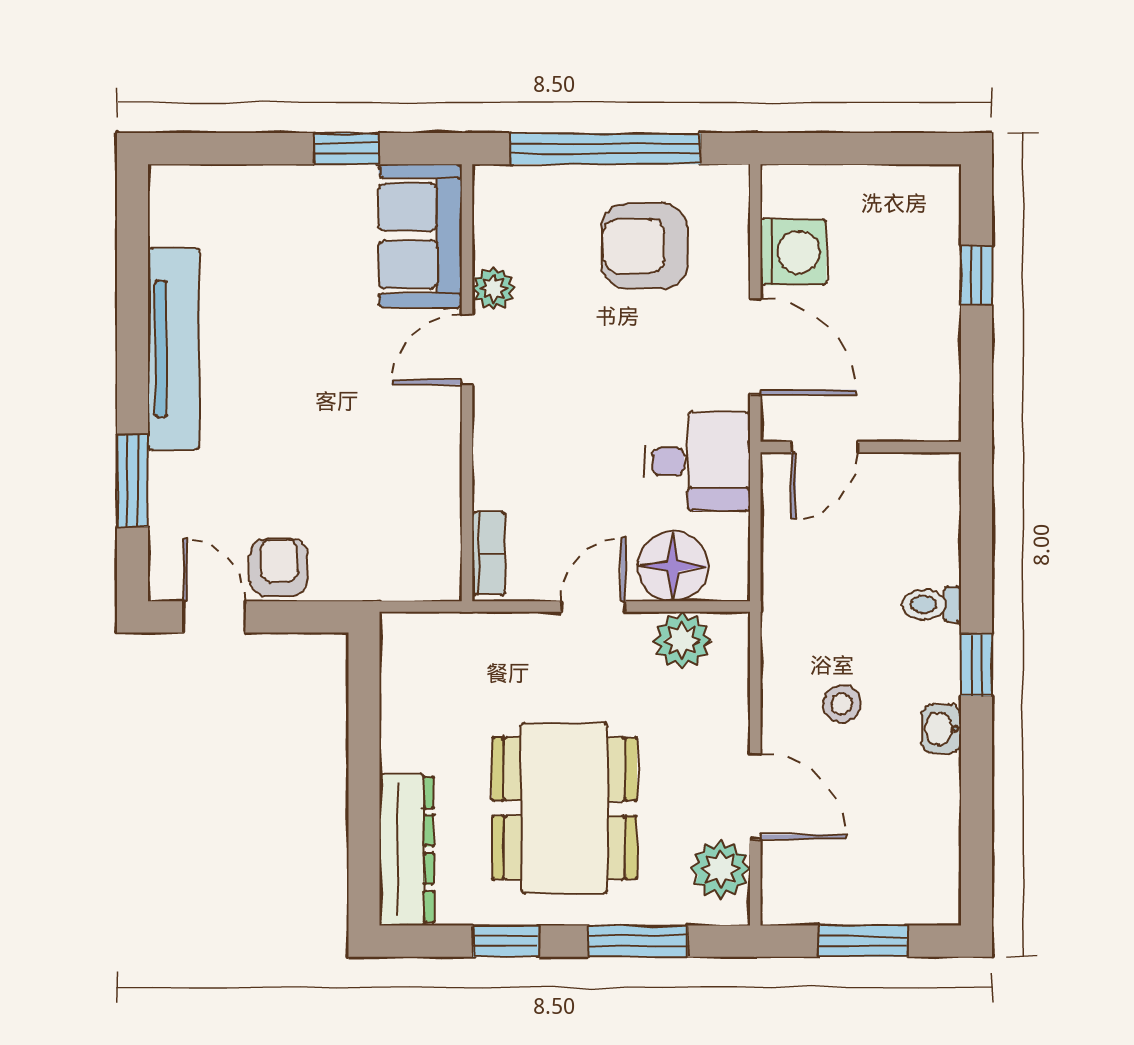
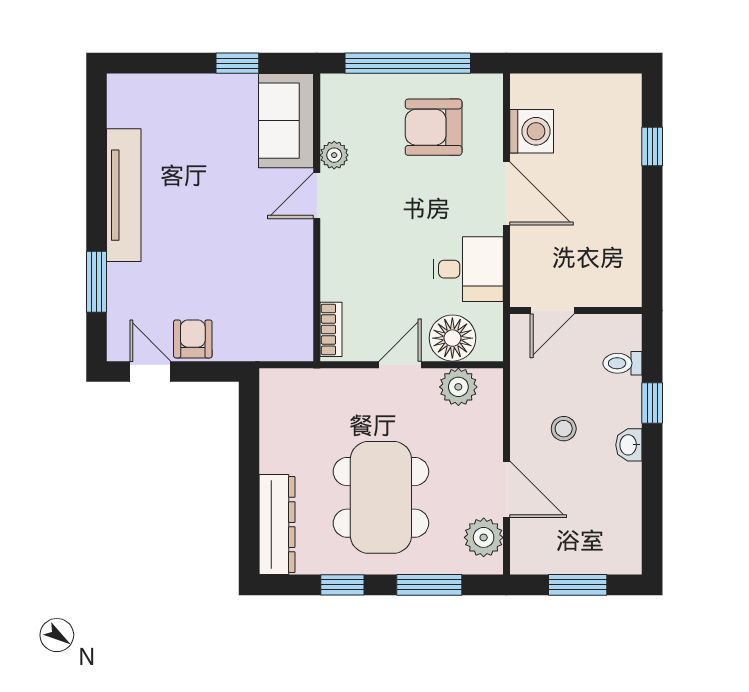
door: (825, 447) -> (552, 310), moved
wall: (861, 447) -> (576, 310), moved

